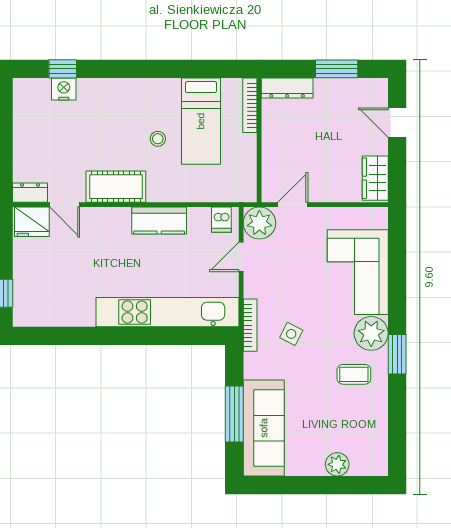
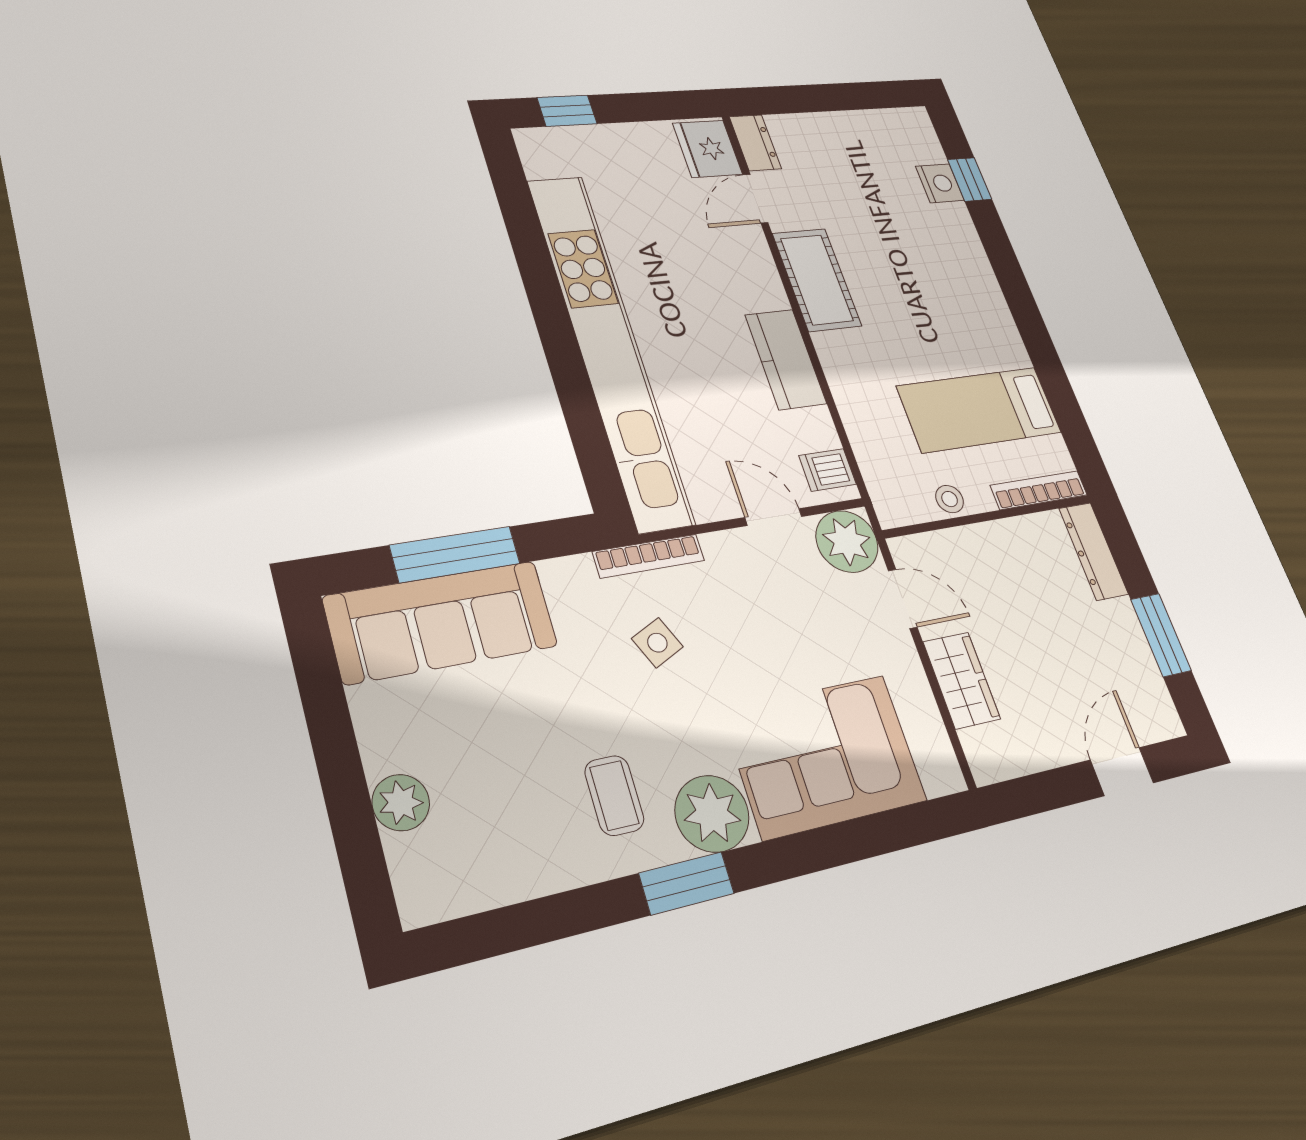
stool: (158, 139) -> (950, 499), moved
wardrobe: (375, 178) -> (962, 680), moved, turned 90
kitchen unit: (167, 312) -> (609, 347), width x1.36
side table: (291, 334) -> (657, 643), turned 38

